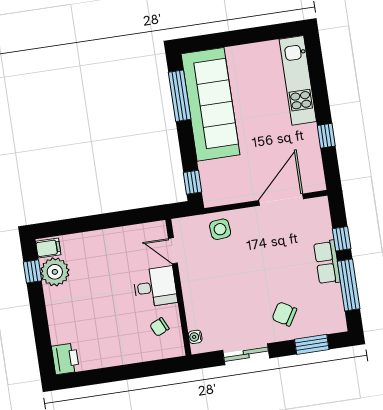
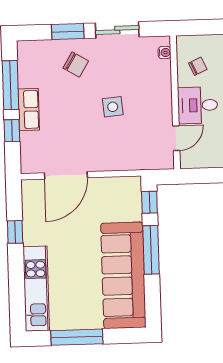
window: (250, 36) -> (77, 337), added
window: (180, 96) -> (151, 250), moved
side table: (220, 229) -> (113, 107), moved
door: (173, 251) -> (176, 138), hinge flipped
window: (312, 344) -> (68, 32), moved

